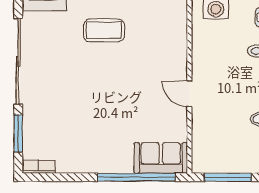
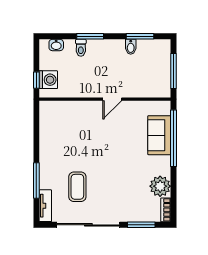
coffee table: (104, 30) -> (77, 187), moved
sofa: (161, 158) -> (159, 135), moved
plant: (71, 159) -> (160, 186), added

